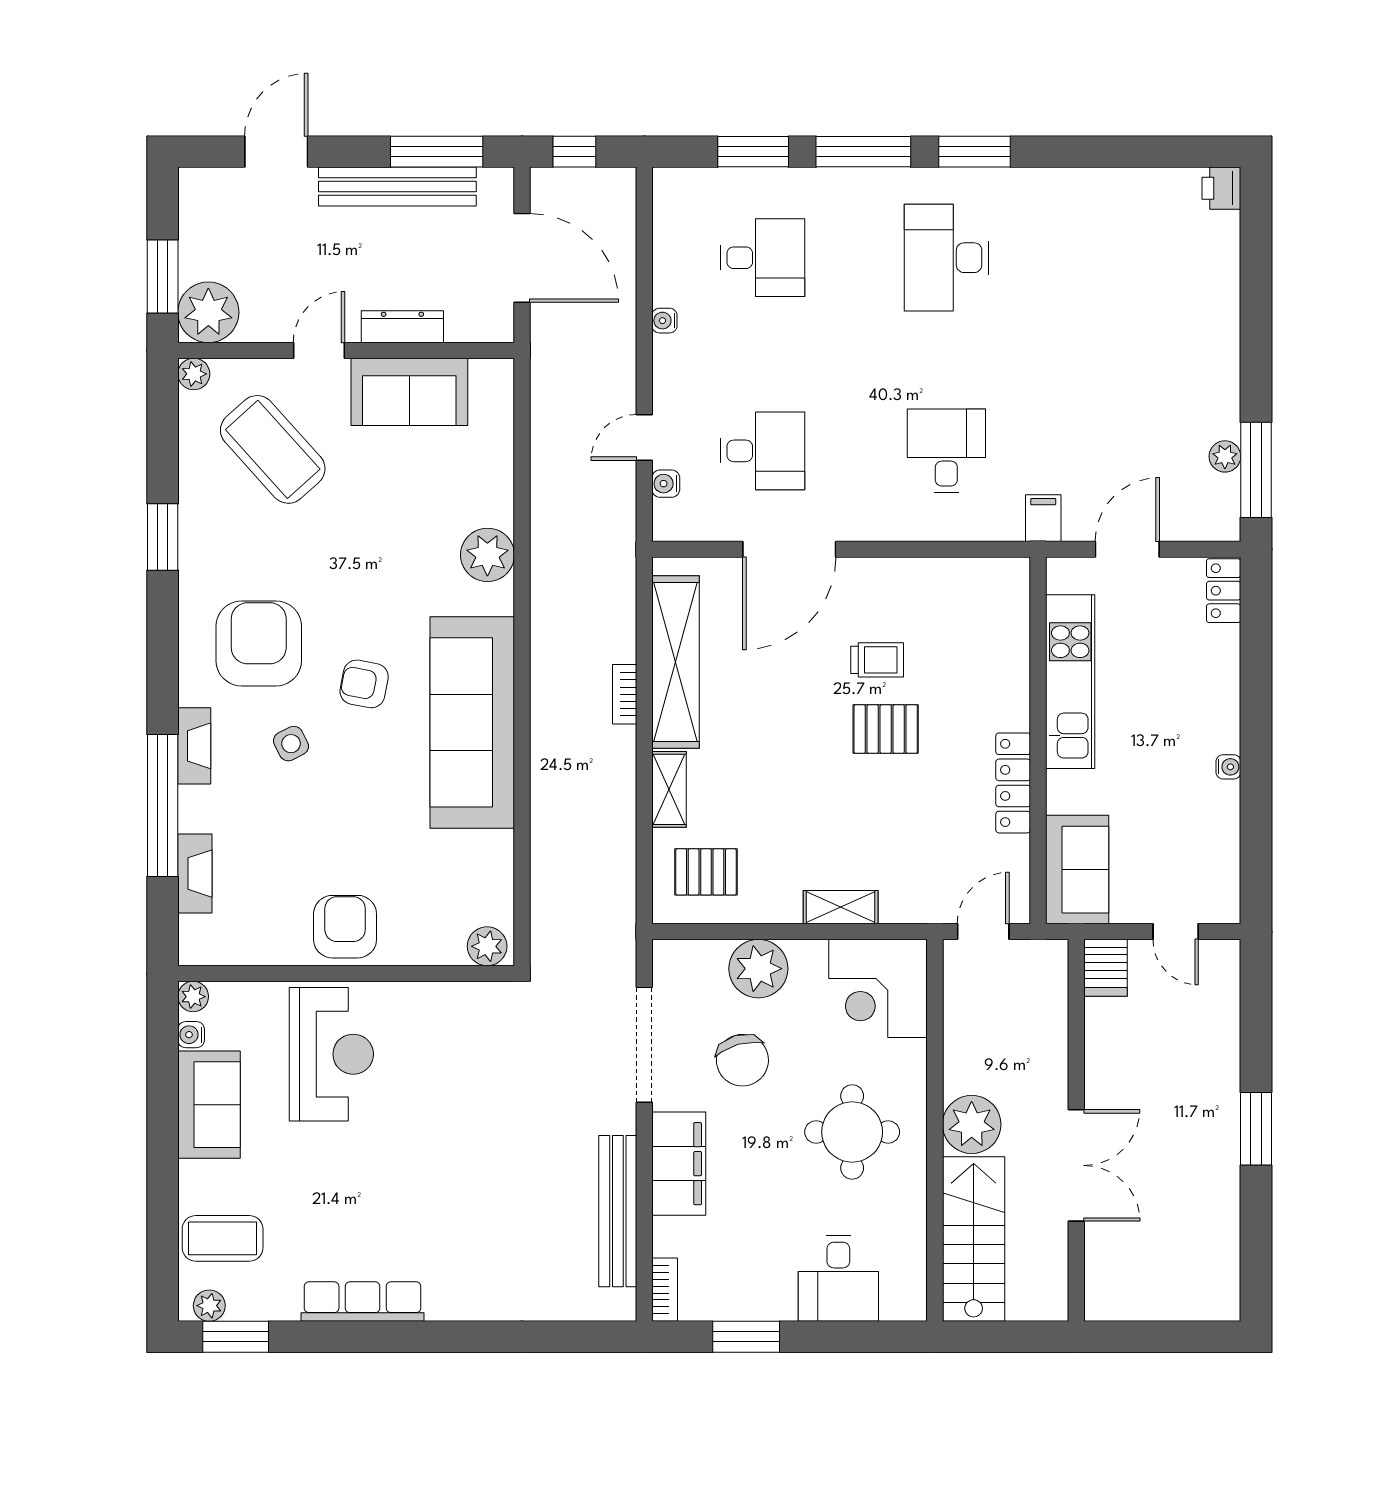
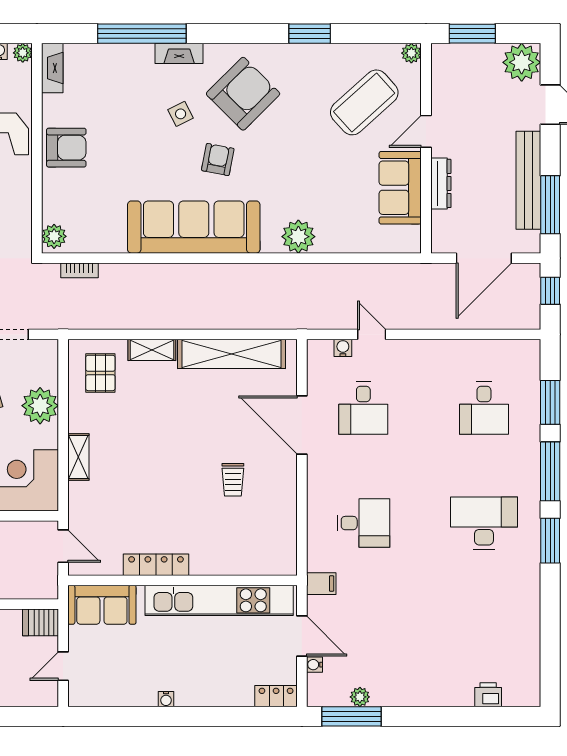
printer: (1221, 188) -> (488, 695), moved
plant: (208, 312) -> (522, 62), moved
water cooler: (664, 321) -> (314, 665), moved, turned -90
door: (319, 350) -> (426, 131), swing flipped
armchair: (259, 643) -> (243, 94), turned -45
kitchen unit: (1070, 682) -> (219, 600), width x1.36
bookcase: (625, 694) -> (79, 270), moved, turned 180
pallet: (886, 729) -> (190, 485), removed
fireplace: (195, 874) -> (52, 68), moved, turned -90

